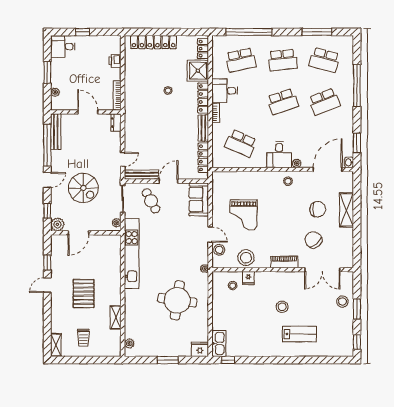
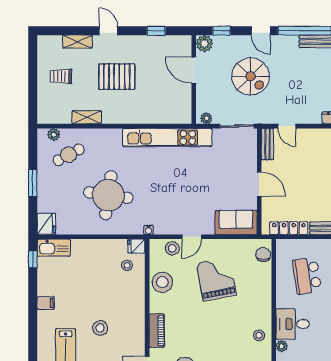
school desk: (241, 143) -> (307, 276), turned -33
bench: (141, 175) -> (267, 144), width x0.73
chair: (224, 178) -> (263, 254), added
spiral stairs: (83, 188) -> (251, 76), turned -90
cafe table: (151, 201) -> (69, 155), moved
grand piano: (244, 215) -> (216, 279), turned 79
fridge: (248, 278) -> (136, 246), moved
door: (47, 285) -> (108, 31), moved
shelving: (56, 345) -> (78, 42), moved
filing cabinet: (262, 350) -> (46, 303), added

